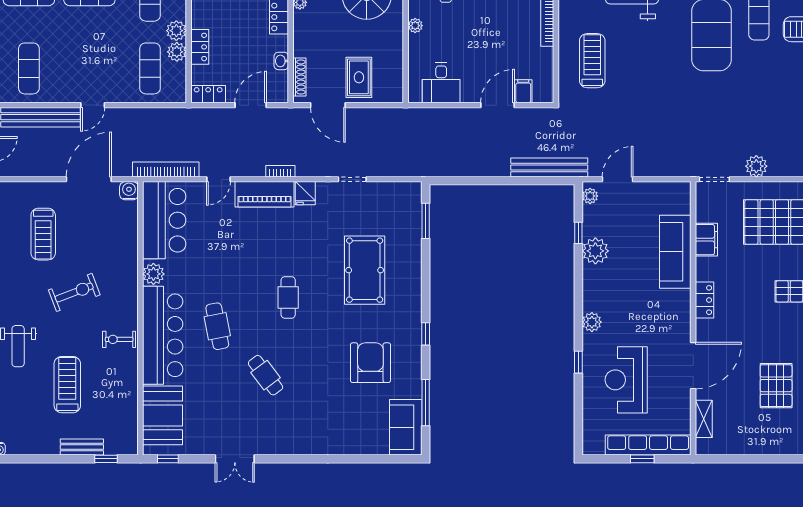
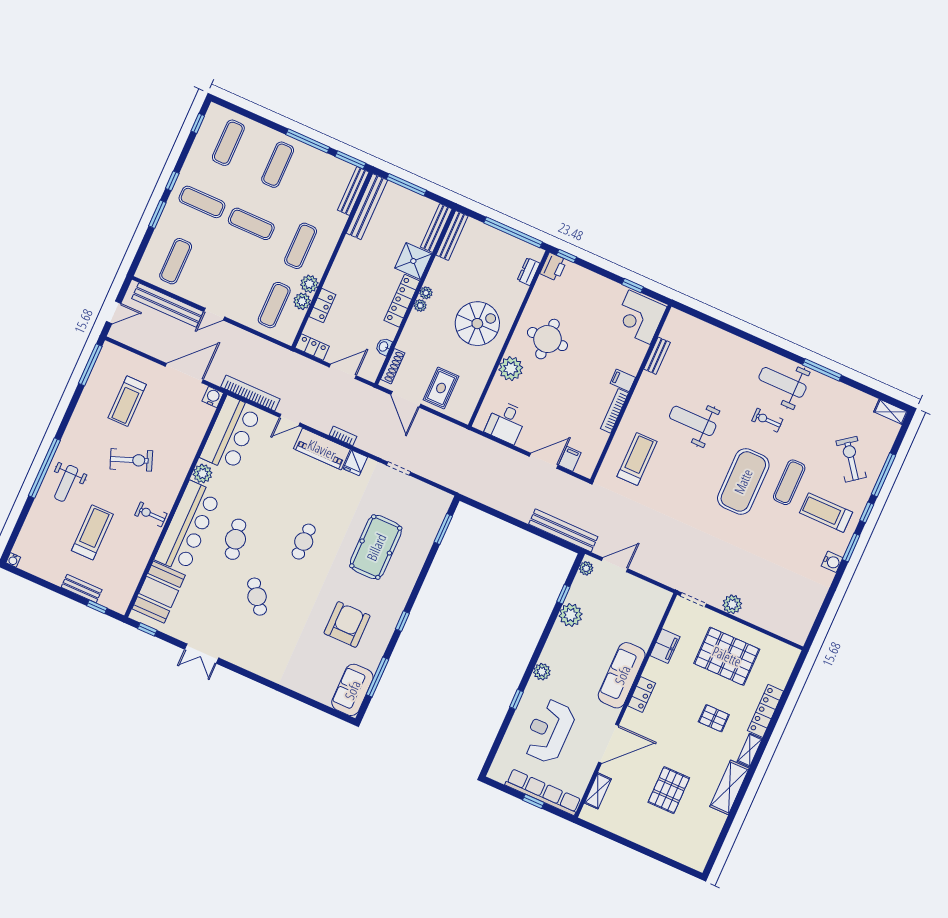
plant: (415, 26) -> (511, 369), width x1.87, depth x1.87
sofa: (675, 252) -> (622, 675), moved

